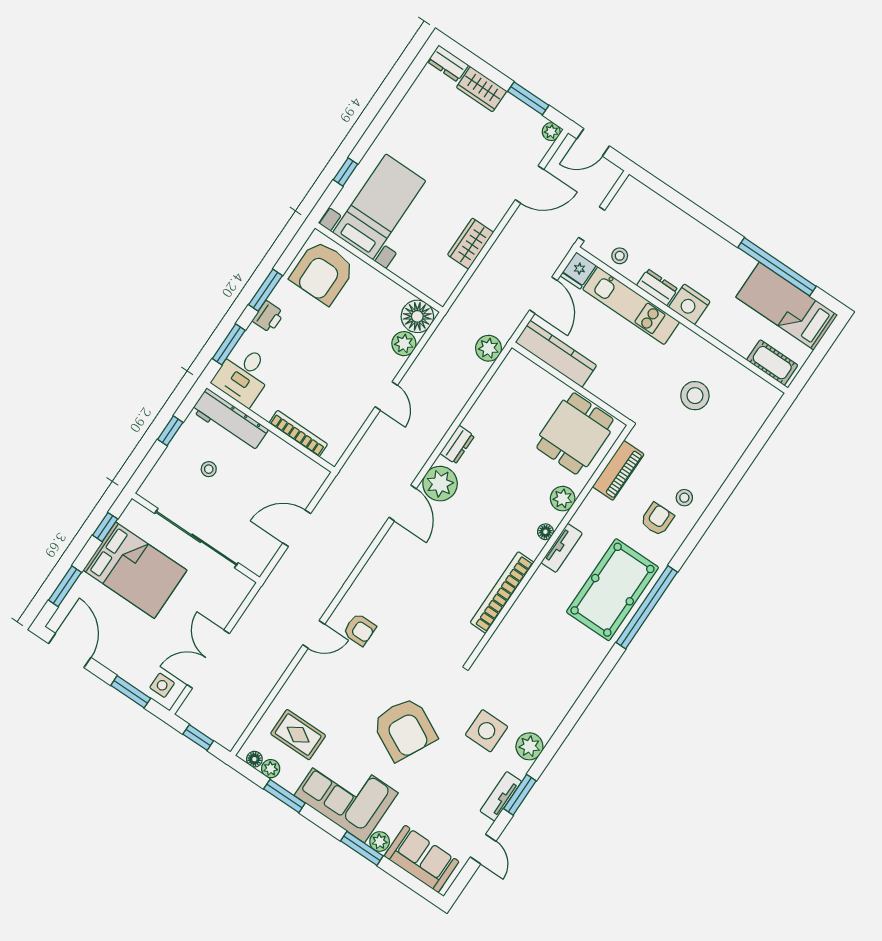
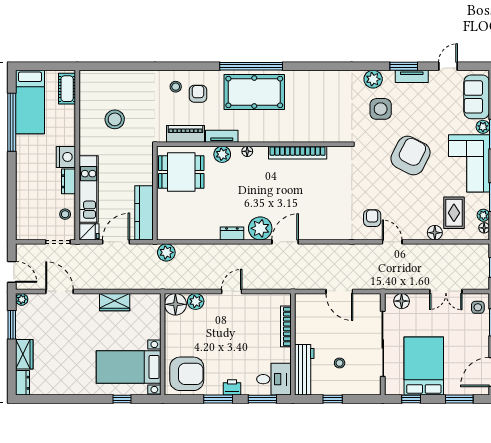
armchair: (657, 519) -> (198, 94), turned 90
tv unit: (562, 548) -> (222, 136), moved
floor lamp: (233, 597) -> (402, 301), added
double door: (208, 659) -> (446, 291), width x0.73
floor lamp: (290, 694) -> (435, 233), added

